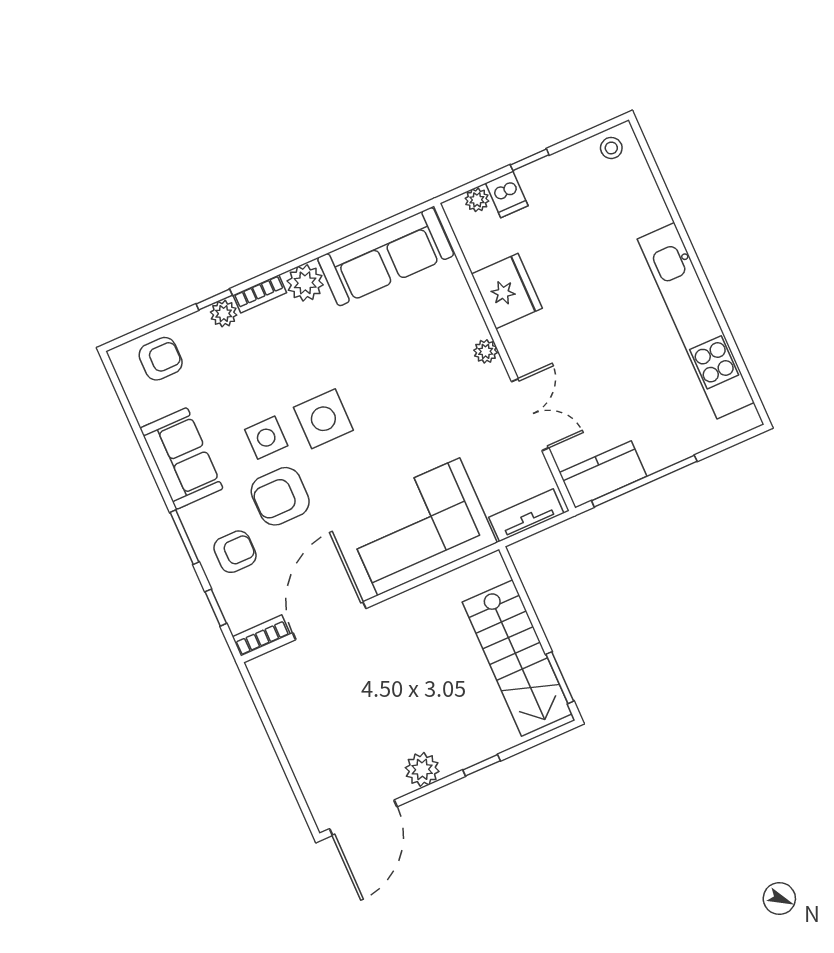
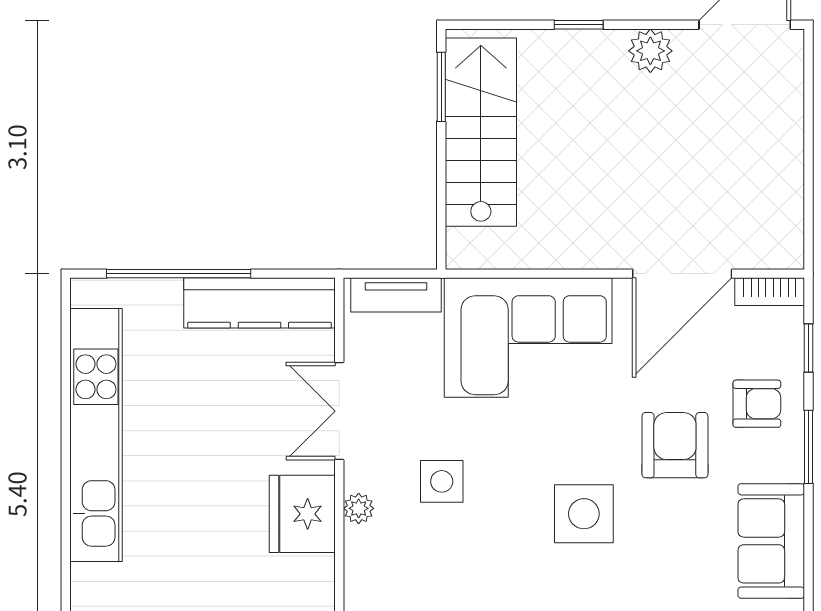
fridge: (507, 291) -> (302, 514), moved
side table: (266, 438) -> (442, 481), moved
kitchen counter: (603, 474) -> (259, 303), width x1.50
window: (644, 481) -> (179, 274), moved
armchair: (280, 496) -> (675, 445), turned -90
armchair: (235, 552) -> (757, 404), turned 180

